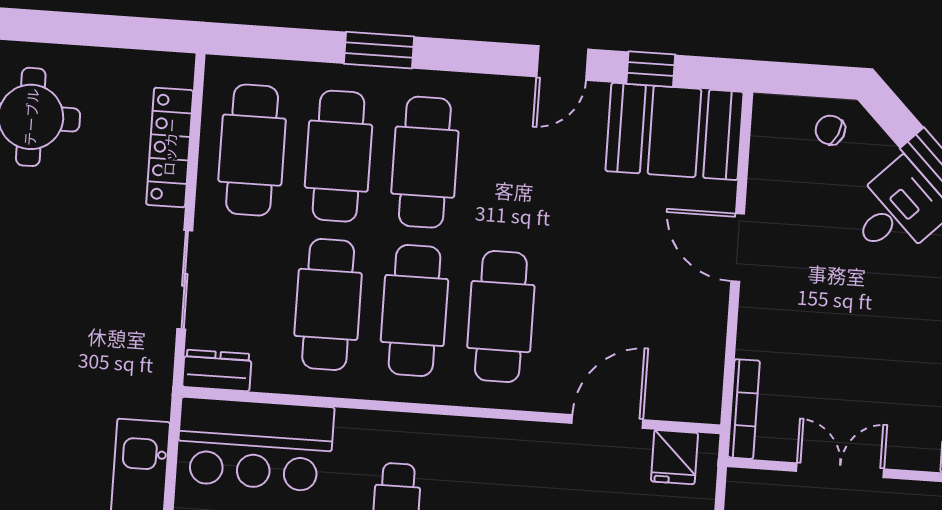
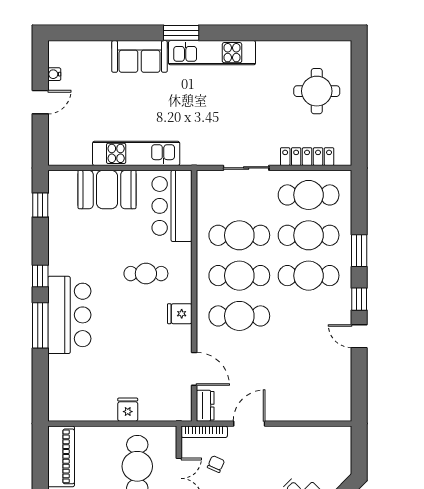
window: (651, 69) -> (359, 299), moved
chair: (830, 130) -> (216, 464), moved
booth: (674, 131) -> (331, 391), removed
door: (738, 248) -> (249, 424), moved
dresser: (217, 370) -> (205, 406), moved
fridge: (674, 457) -> (180, 314), moved

